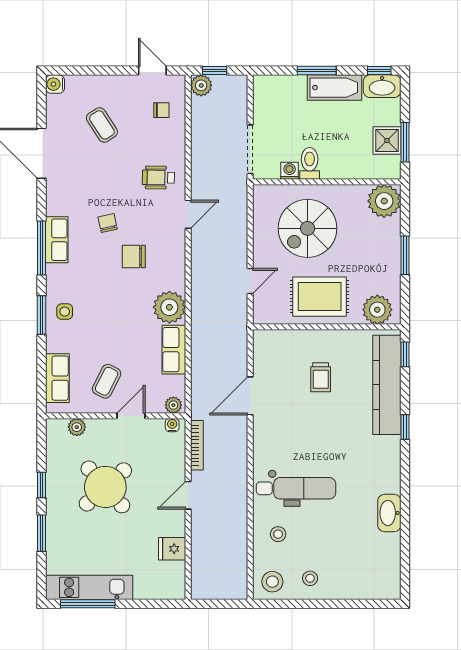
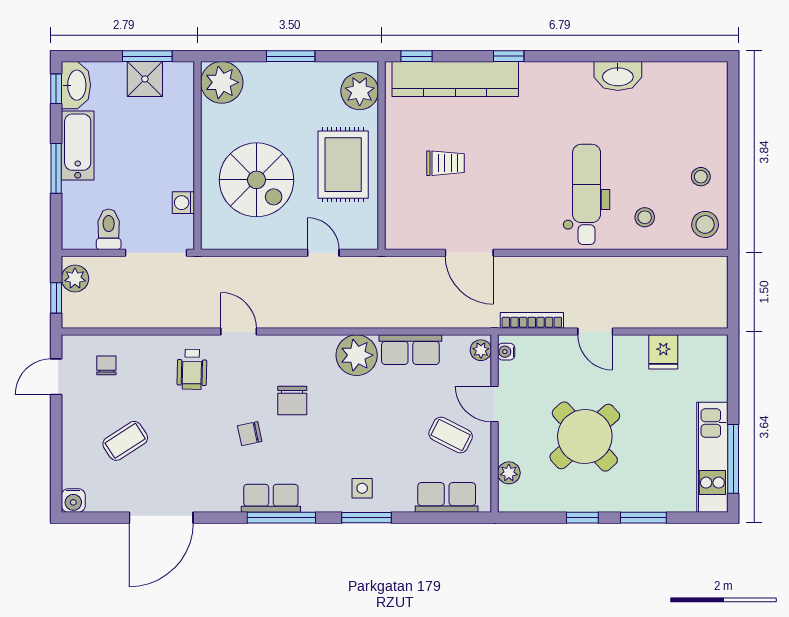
plant: (201, 85) -> (75, 278), moved
toilet: (310, 163) -> (109, 229), moved, turned 90

